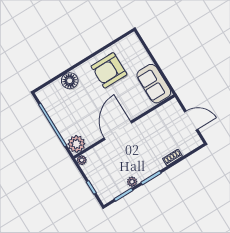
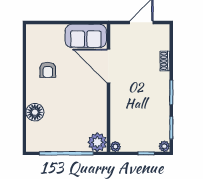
armchair: (109, 70) -> (48, 70), width x0.53, depth x0.53
door: (118, 130) -> (109, 66), moved
plant: (132, 182) -> (164, 146), moved

